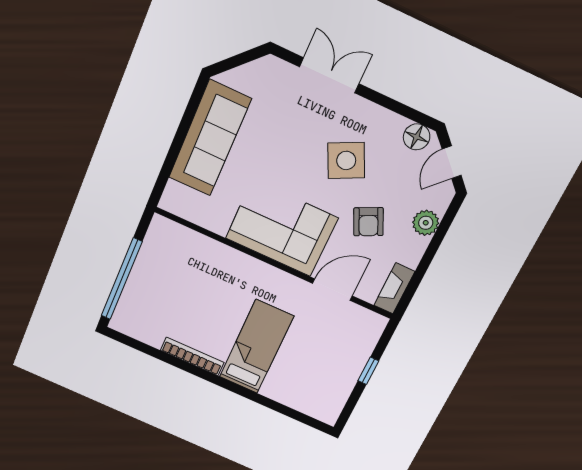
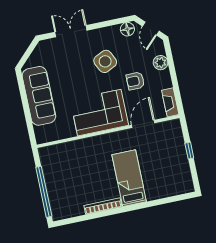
armchair: (368, 222) -> (135, 81), turned 116

